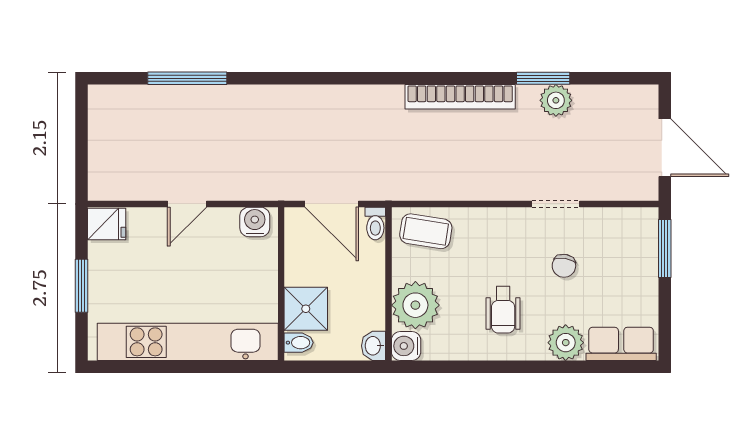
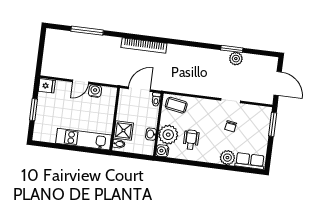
bookcase: (460, 97) -> (144, 45), moved
door: (332, 204) -> (139, 89), swing flipped
water cooler: (255, 222) -> (95, 91), moved
wheelchair: (503, 310) -> (191, 140), moved, turned 180
kitchen unit: (188, 342) -> (84, 139), width x0.73
washbasin: (374, 346) -> (151, 134), moved

